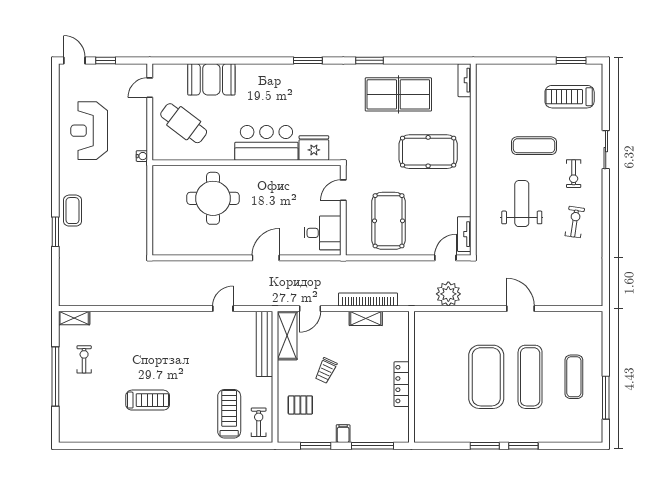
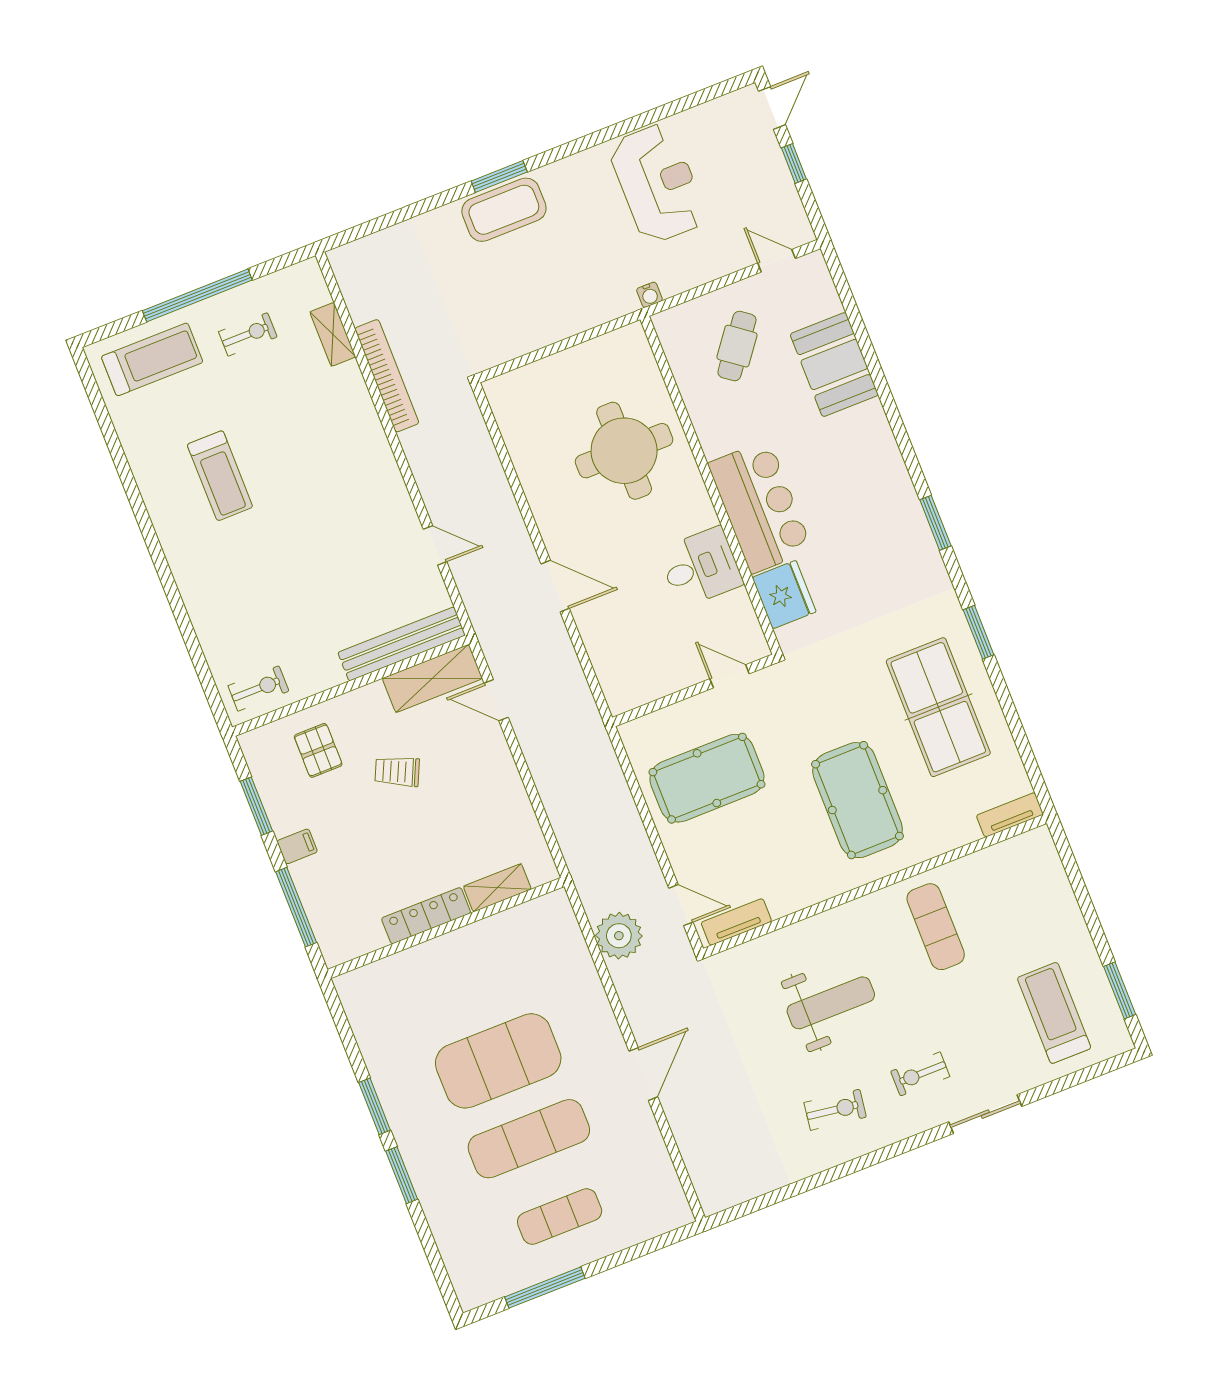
cafe table: (184, 123) -> (737, 346), width x0.73, depth x0.74
reception desk: (89, 131) -> (658, 183), turned 90
exercise mat: (534, 146) -> (936, 927), moved
coffee table: (72, 211) -> (504, 210), width x1.36, depth x1.32
window: (55, 232) -> (499, 176), moved
desk: (323, 233) -> (701, 567), moved, turned -90
bookcase: (368, 300) -> (387, 376), moved
shelving: (74, 318) -> (333, 334), moved
shelving: (366, 318) -> (497, 888), moved, turned 90
treadmill: (229, 414) -> (152, 359), moved

